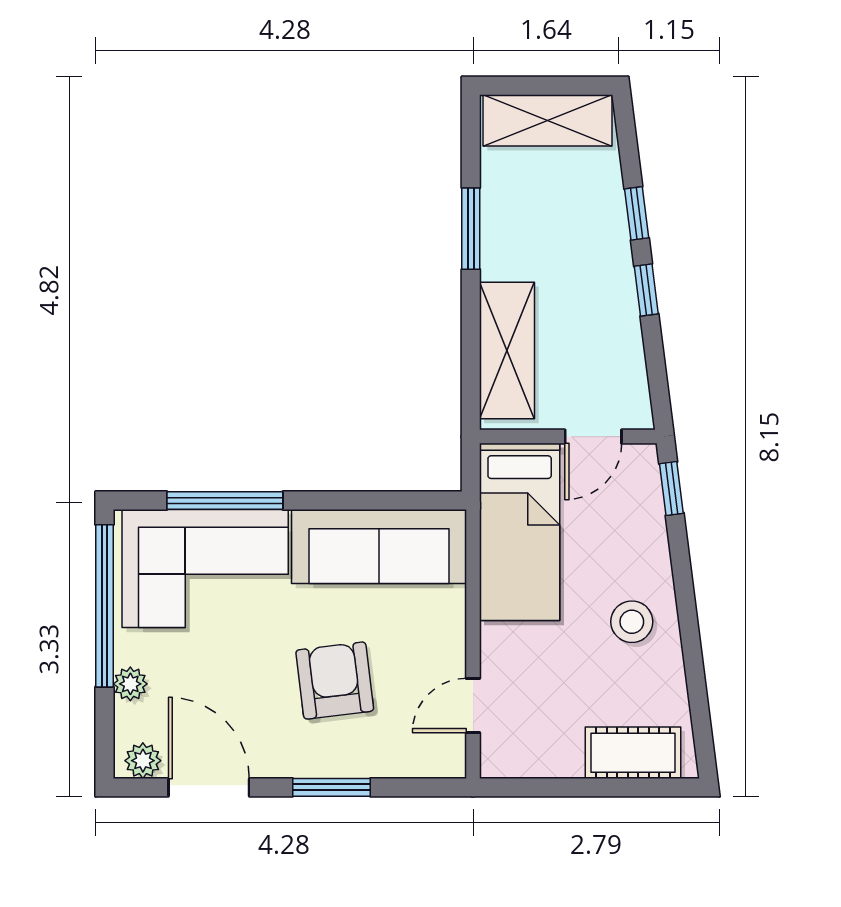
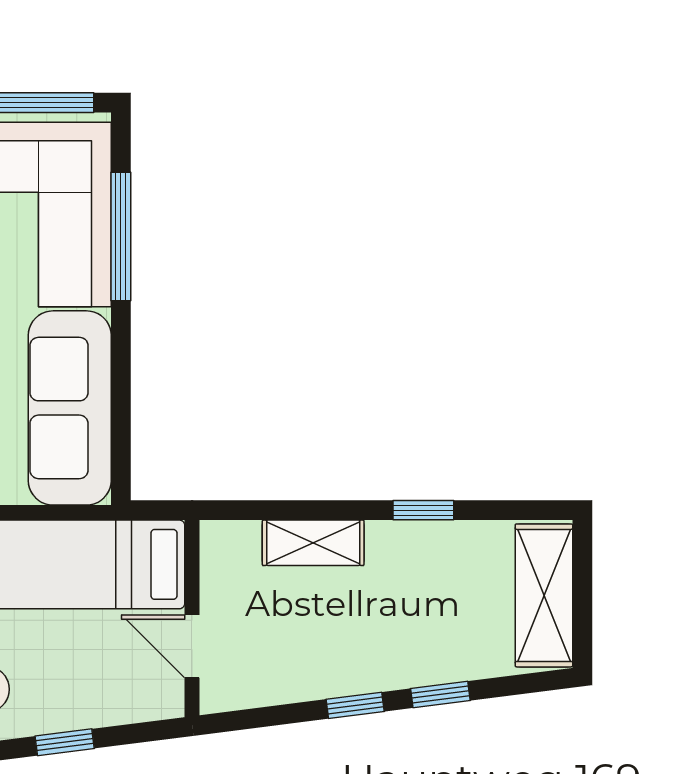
window: (471, 229) -> (423, 510), width x0.67
shelving: (507, 350) -> (313, 543), width x0.67, depth x0.75
window: (671, 488) -> (65, 742), moved

